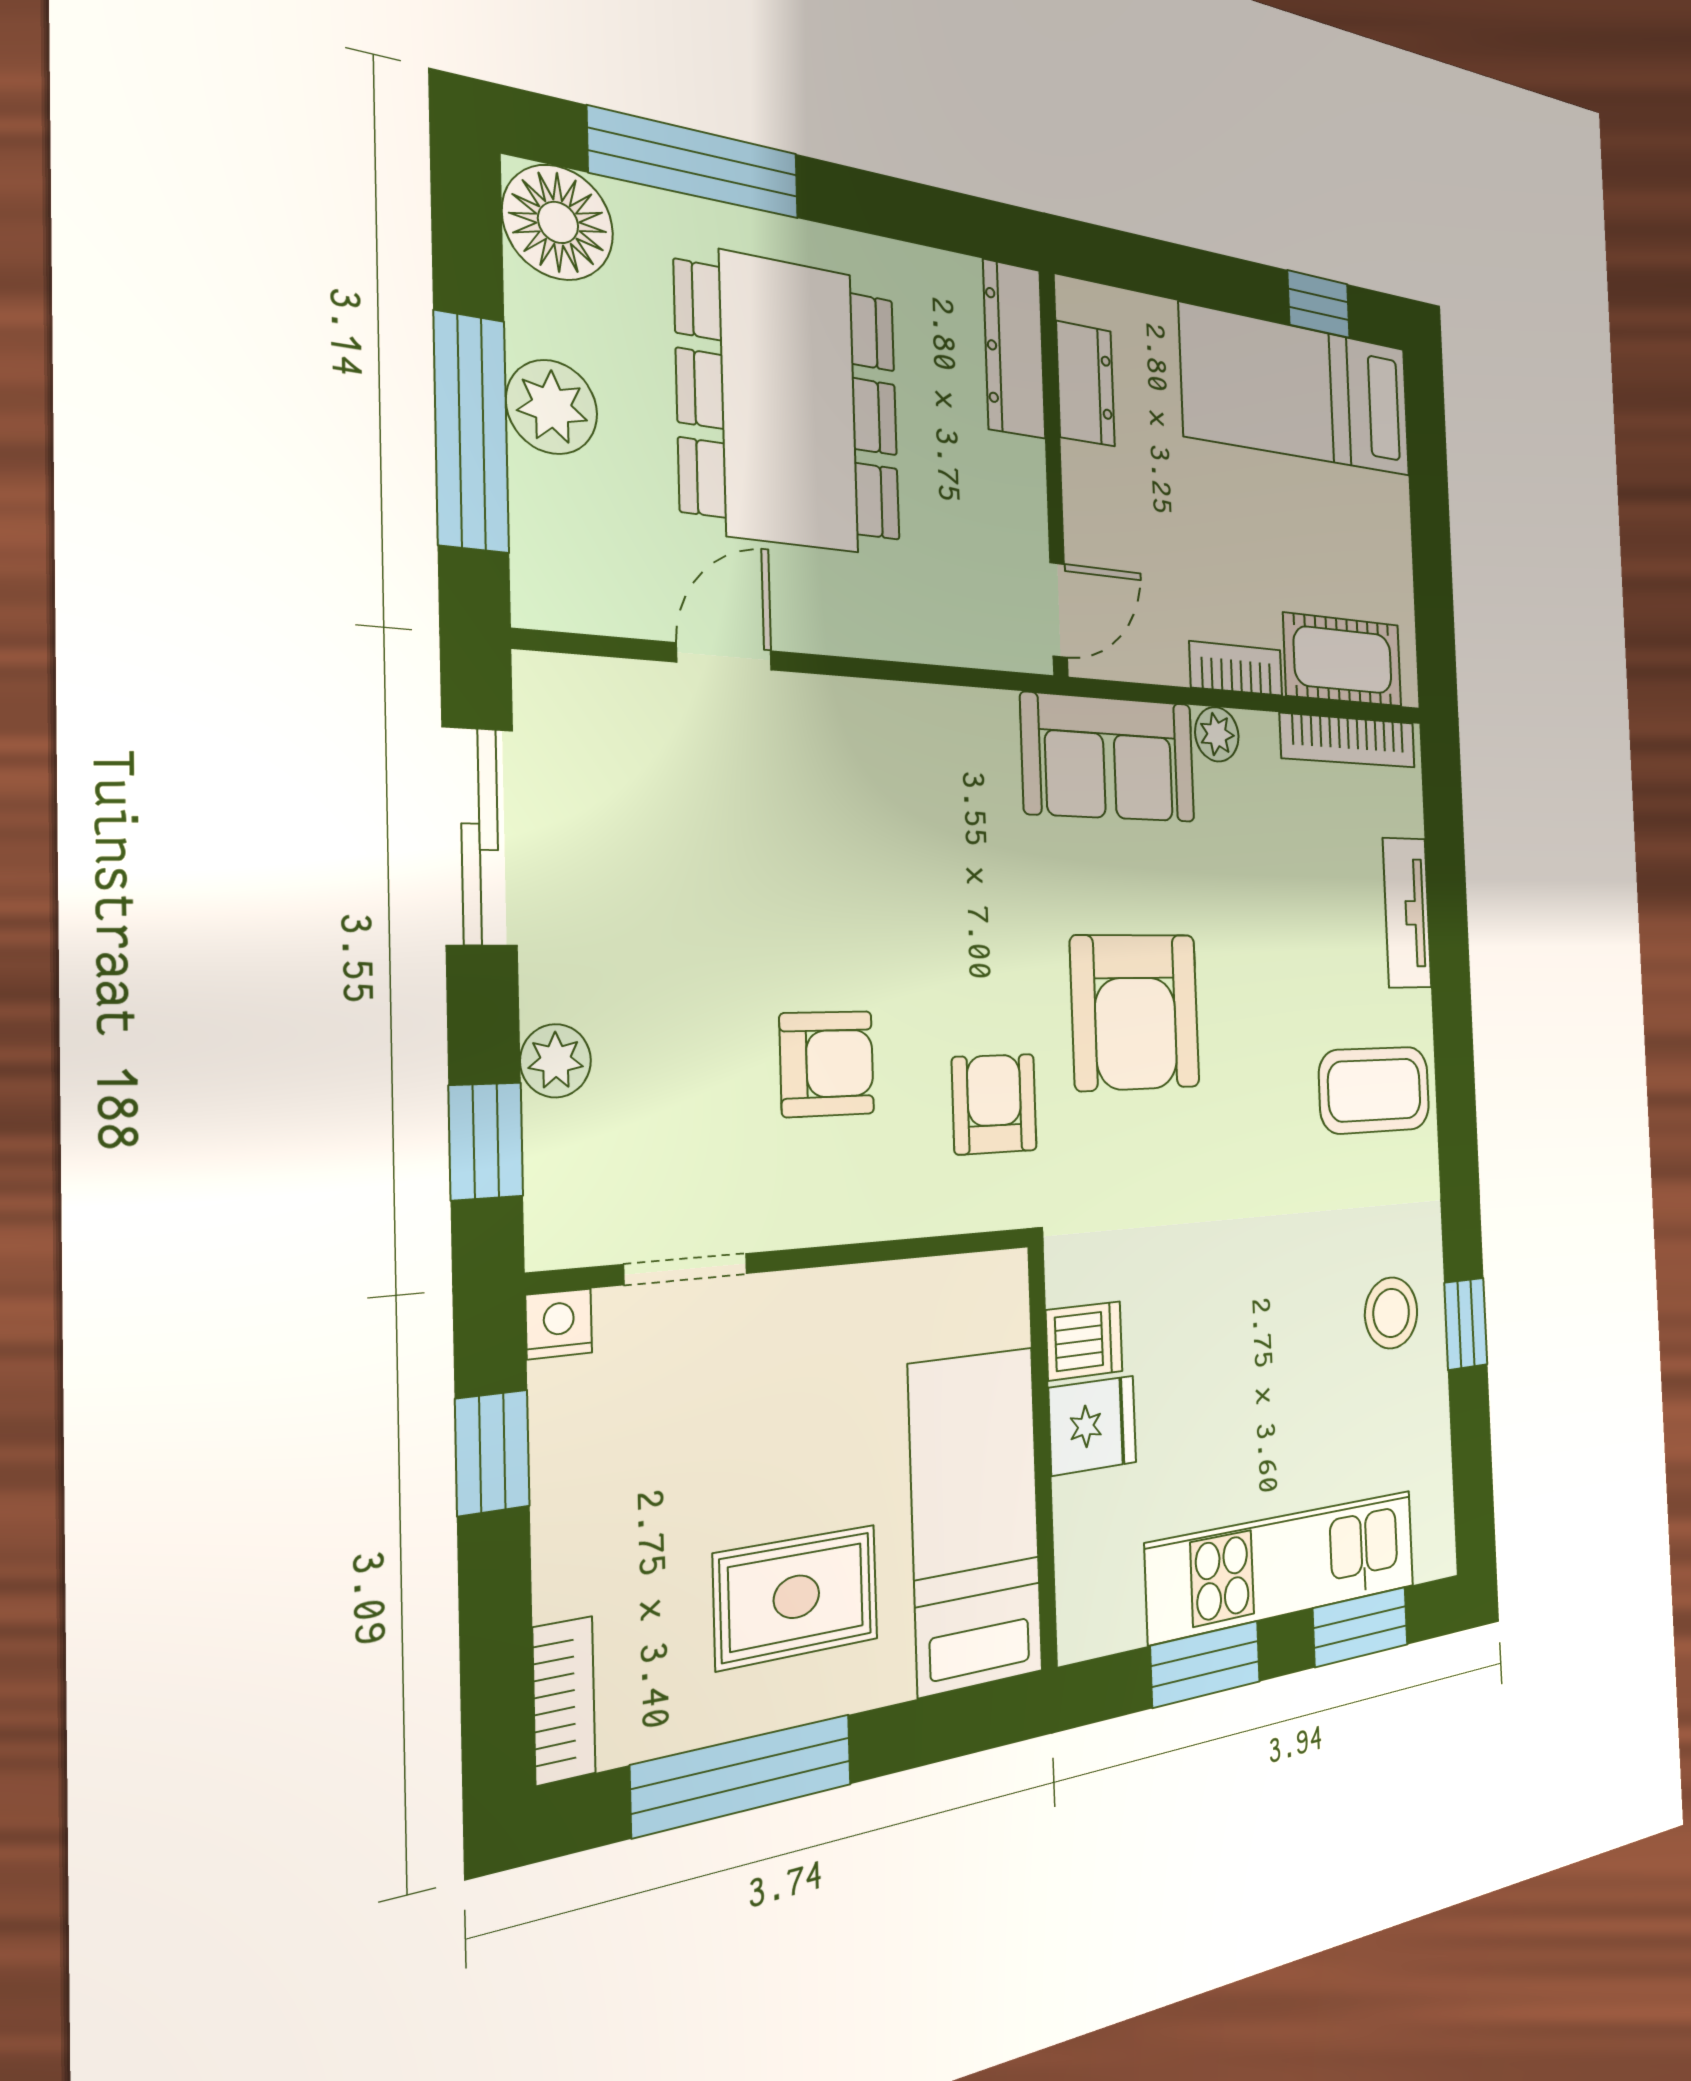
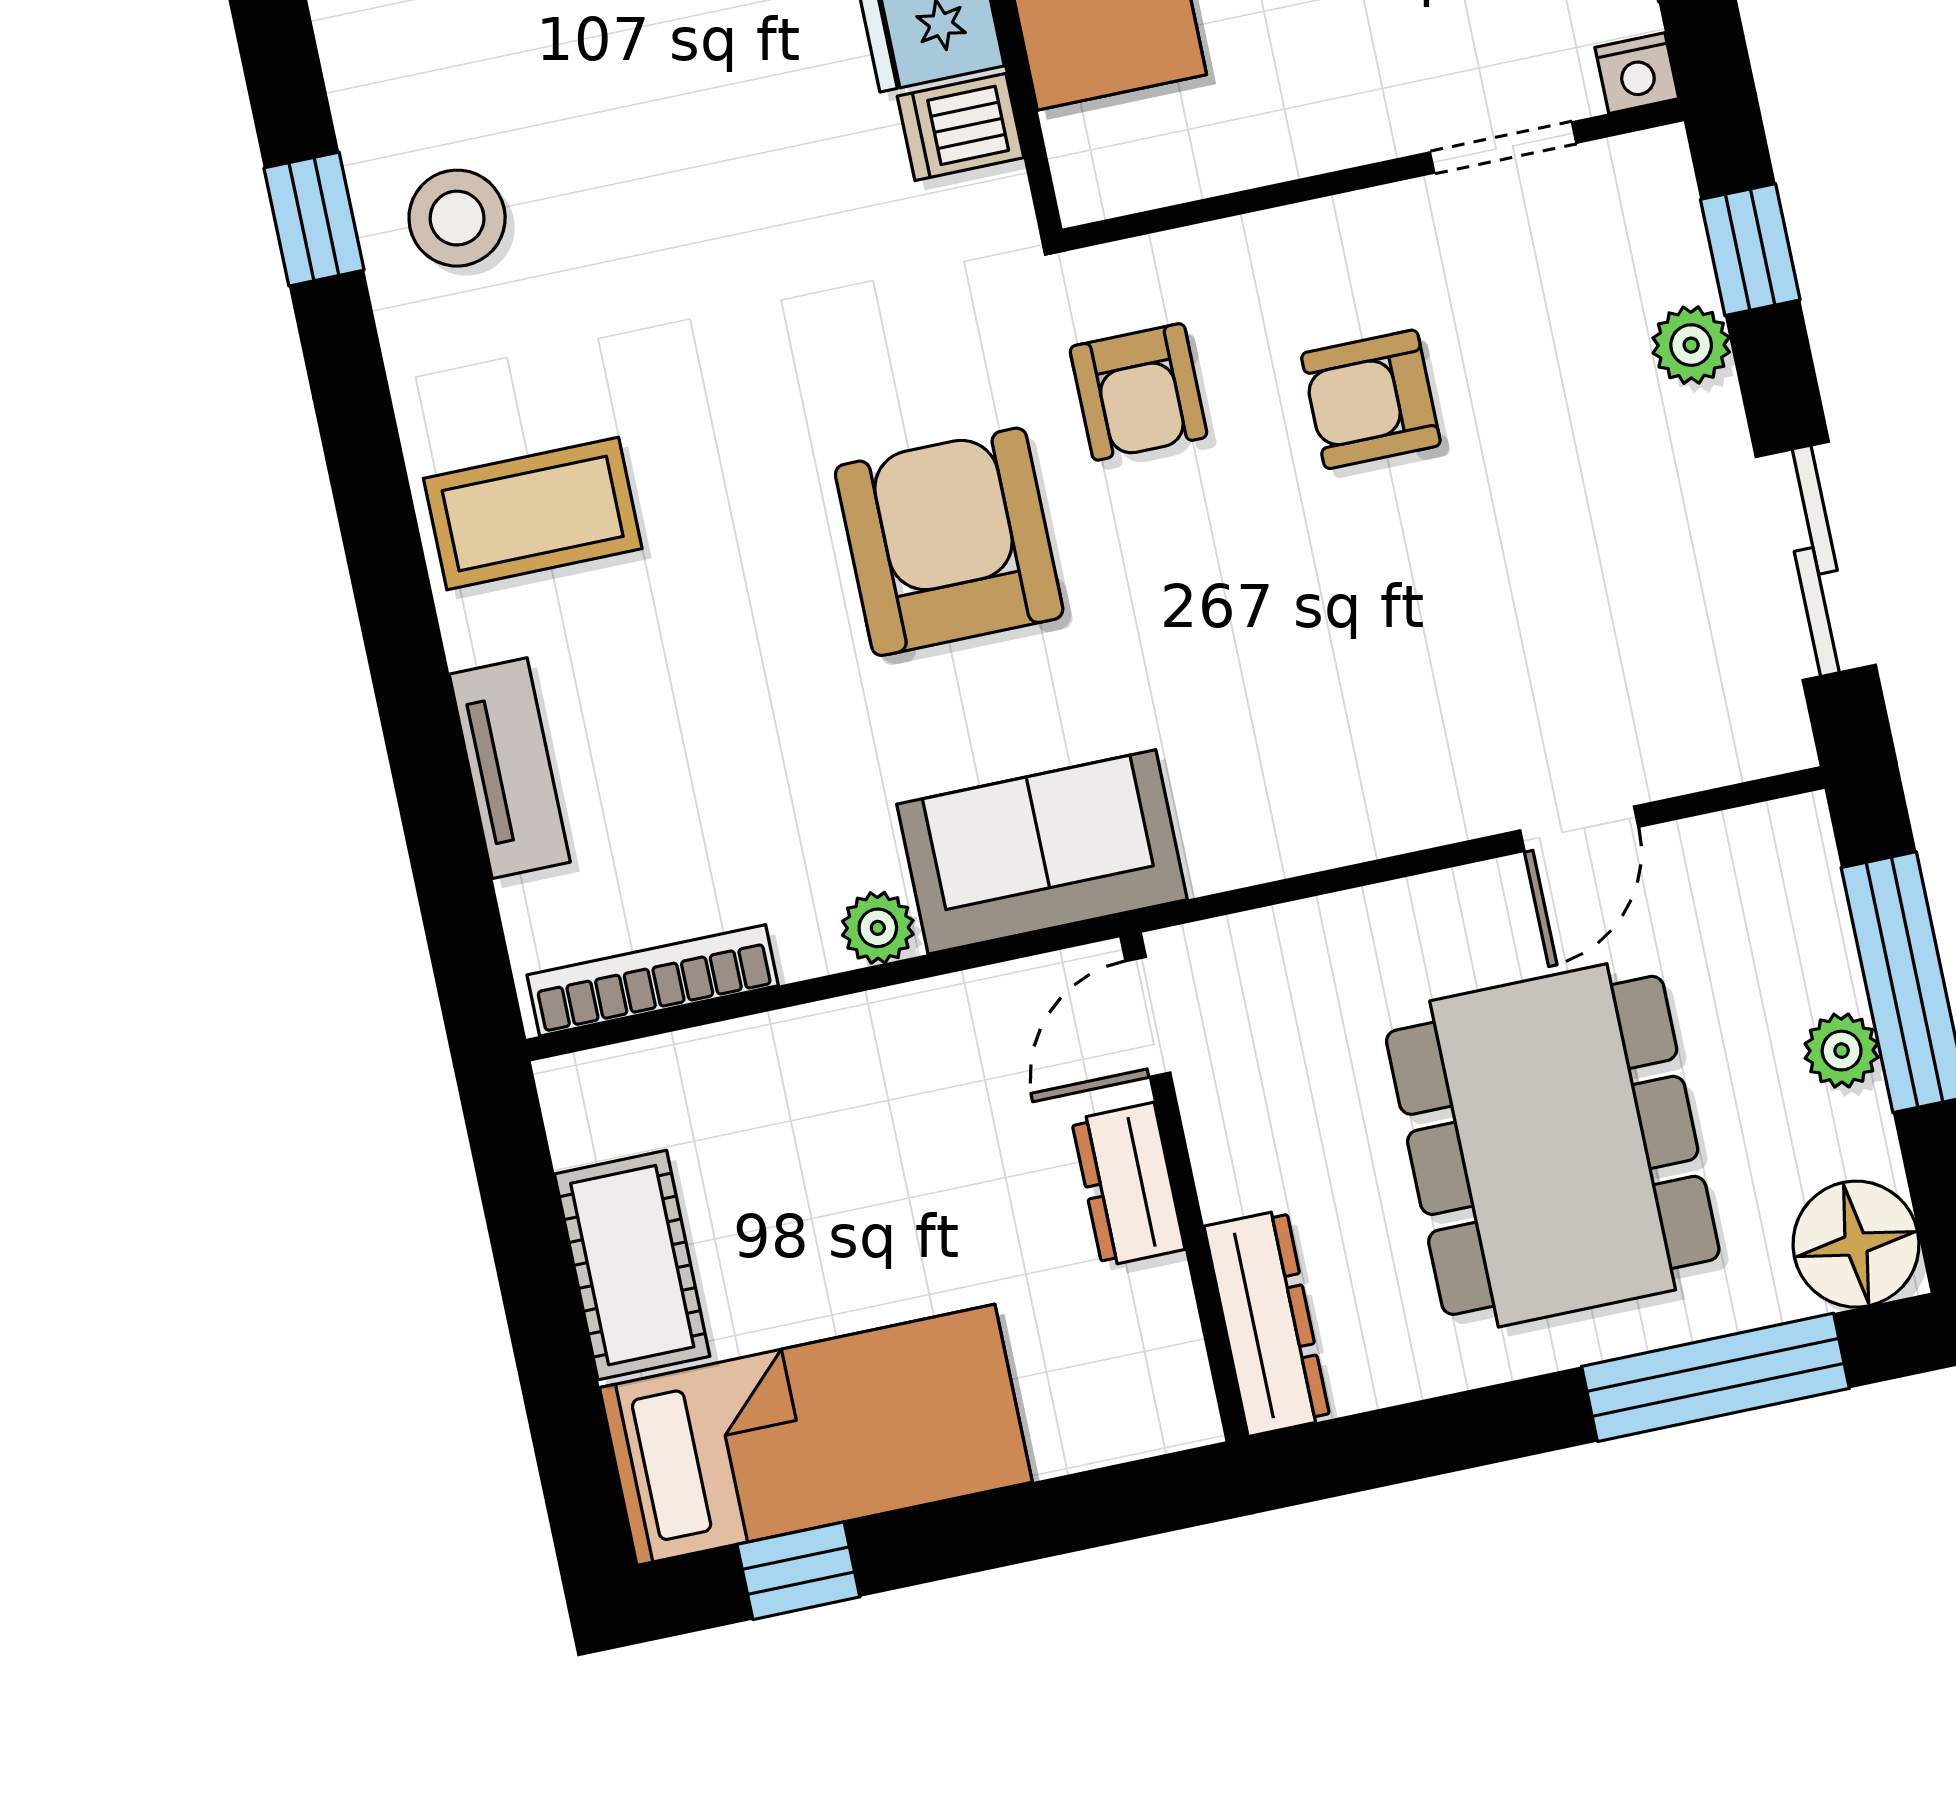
dresser: (1086, 384) -> (1128, 1185), moved
plant: (552, 407) -> (1842, 1051), width x0.73, depth x0.73
cot: (1343, 660) -> (632, 1265), moved, turned 90
bookcase: (1236, 669) -> (860, 1024), removed

